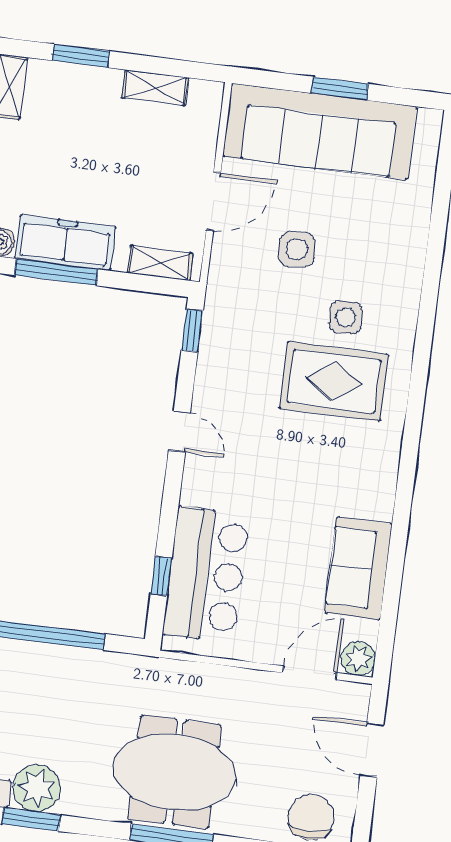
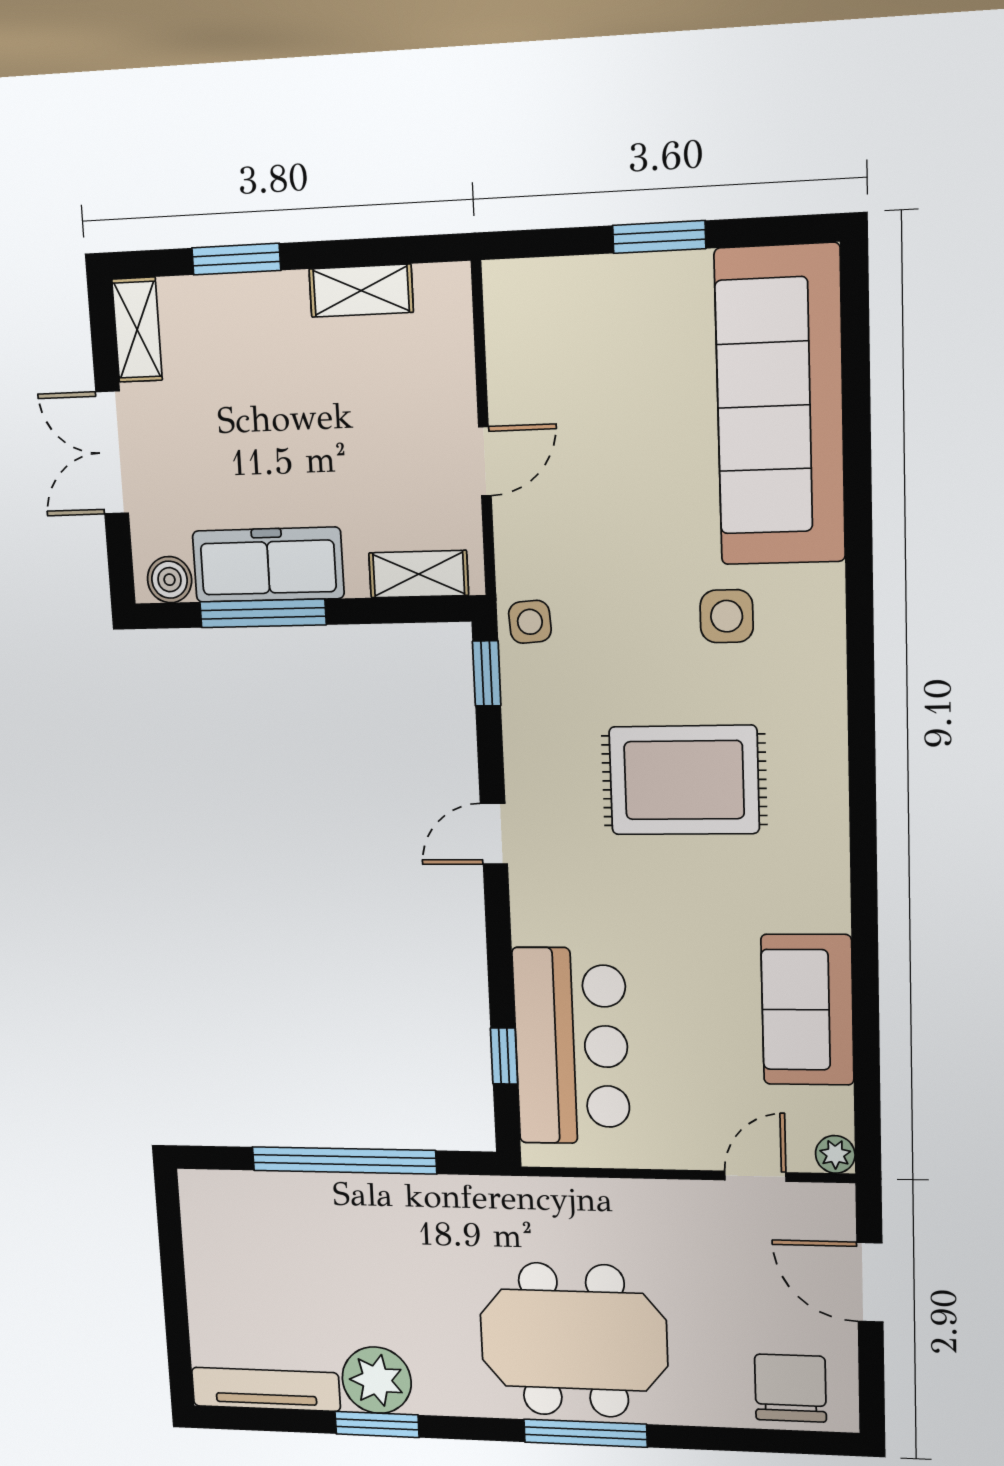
sofa: (320, 131) -> (780, 406), moved, turned 90
door: (213, 201) -> (485, 461), width x0.73
side table: (297, 249) -> (530, 622), moved, width x0.73, depth x0.73
rug: (334, 381) -> (684, 780), moved
door: (179, 431) -> (494, 834), swing flipped
plant: (358, 658) -> (835, 1154), width x0.73, depth x0.73
door: (310, 673) -> (755, 1176), width x0.73

